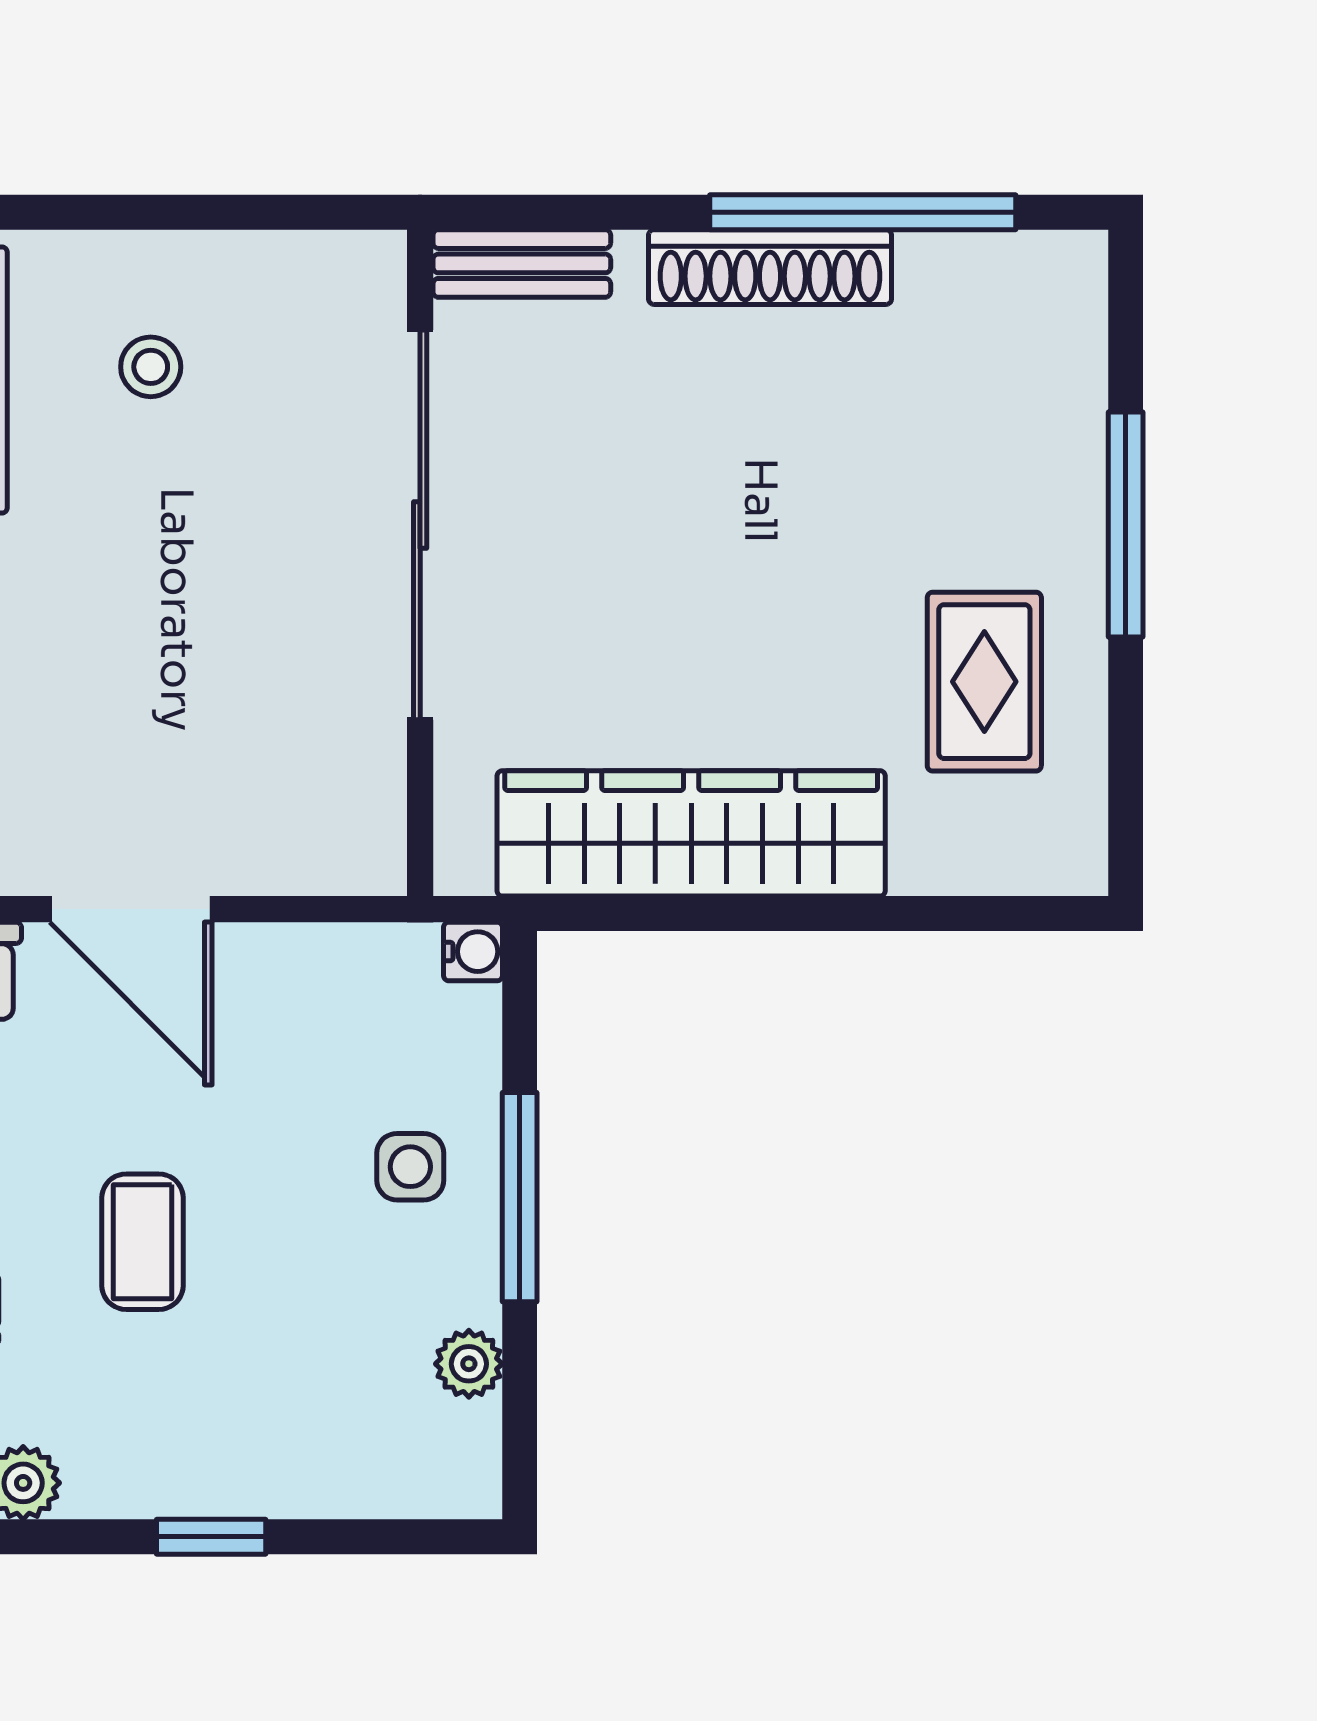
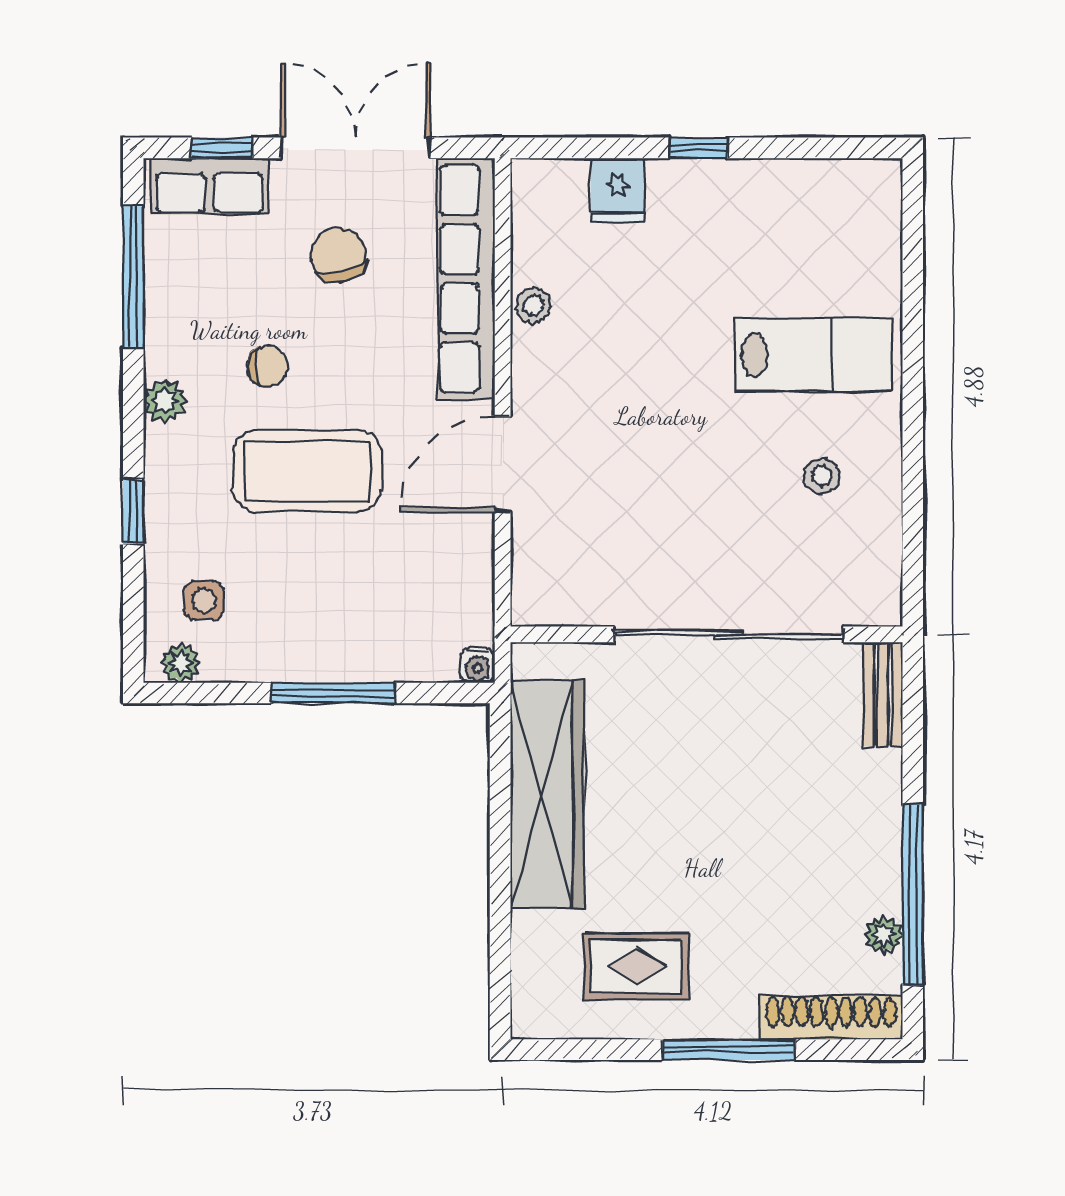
plant: (931, 262) -> (884, 935), added
shoe rack: (770, 267) -> (831, 1017), moved, turned 90
side table: (410, 1167) -> (204, 600), moved
coffee table: (143, 1242) -> (307, 471), width x1.86, depth x1.72
plant: (469, 1364) -> (181, 663), moved

